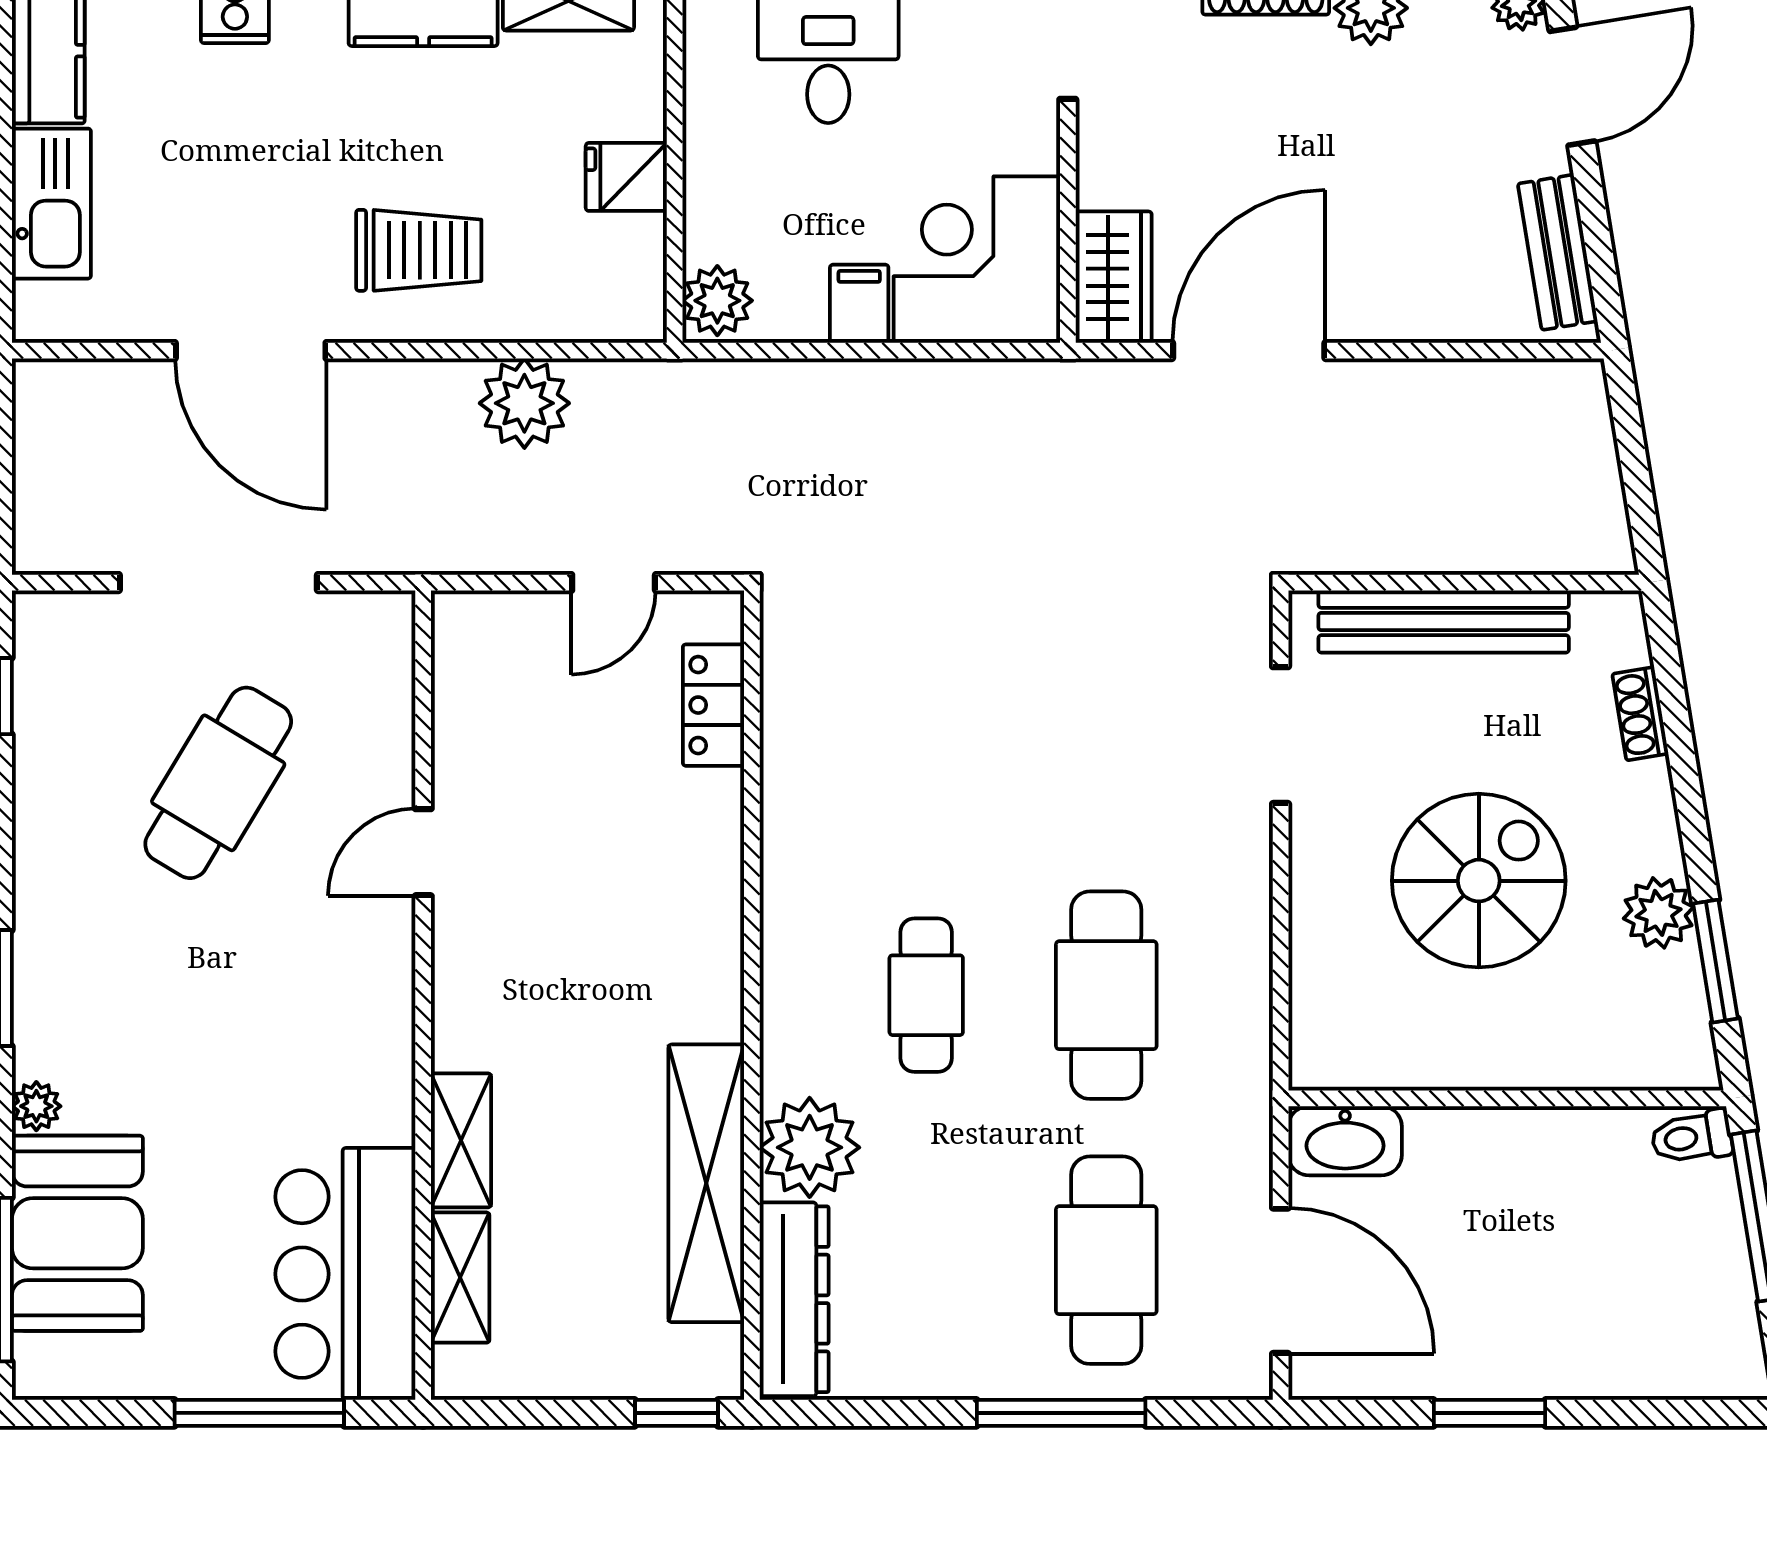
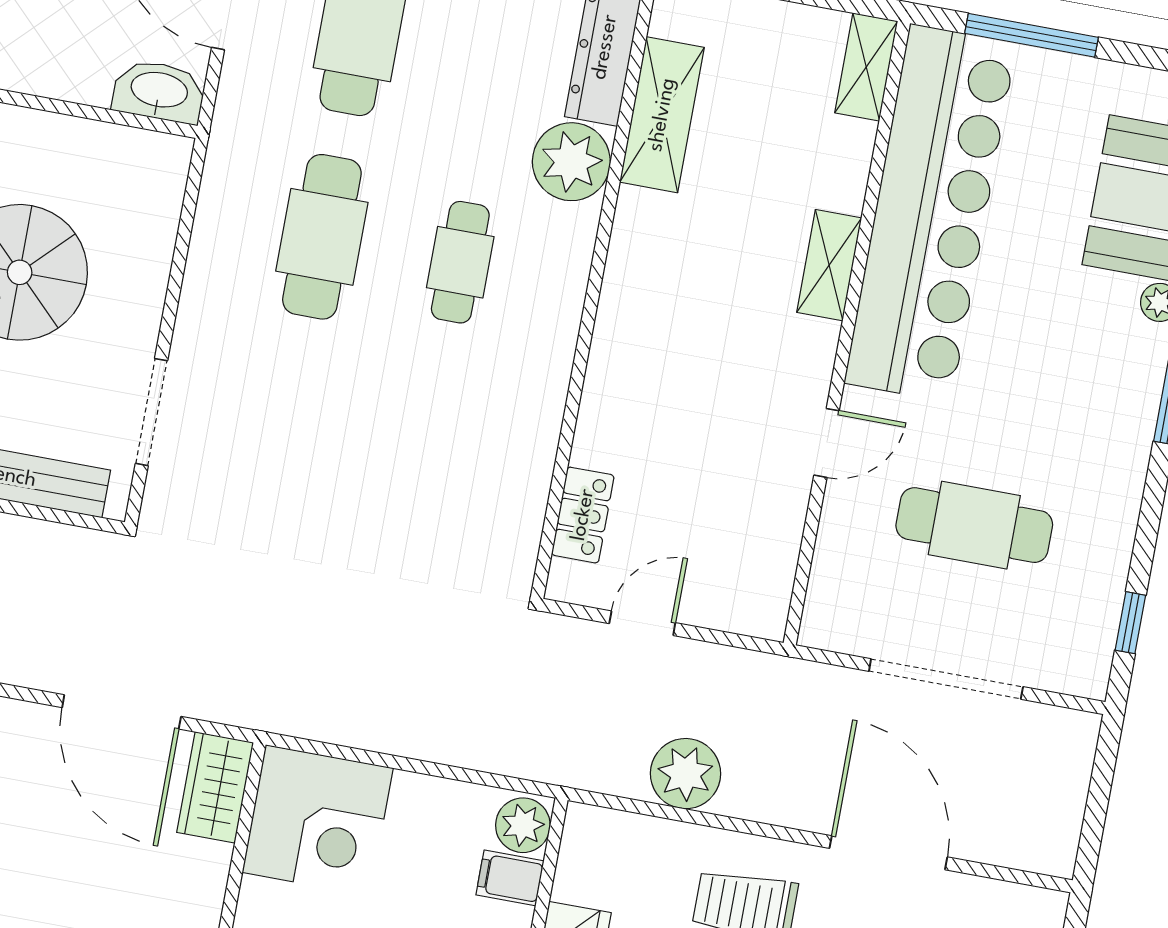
filing cabinet: (859, 304) -> (510, 878), moved, turned 90
door: (1249, 351) -> (122, 712), hinge flipped
cafe table: (218, 783) -> (974, 525), turned 59
shelving: (461, 1140) -> (829, 265), moved
shelving: (706, 1183) -> (662, 115), width x0.68
bar counter: (345, 1274) -> (931, 213), width x1.86
shelving: (460, 1278) -> (866, 67), moved

